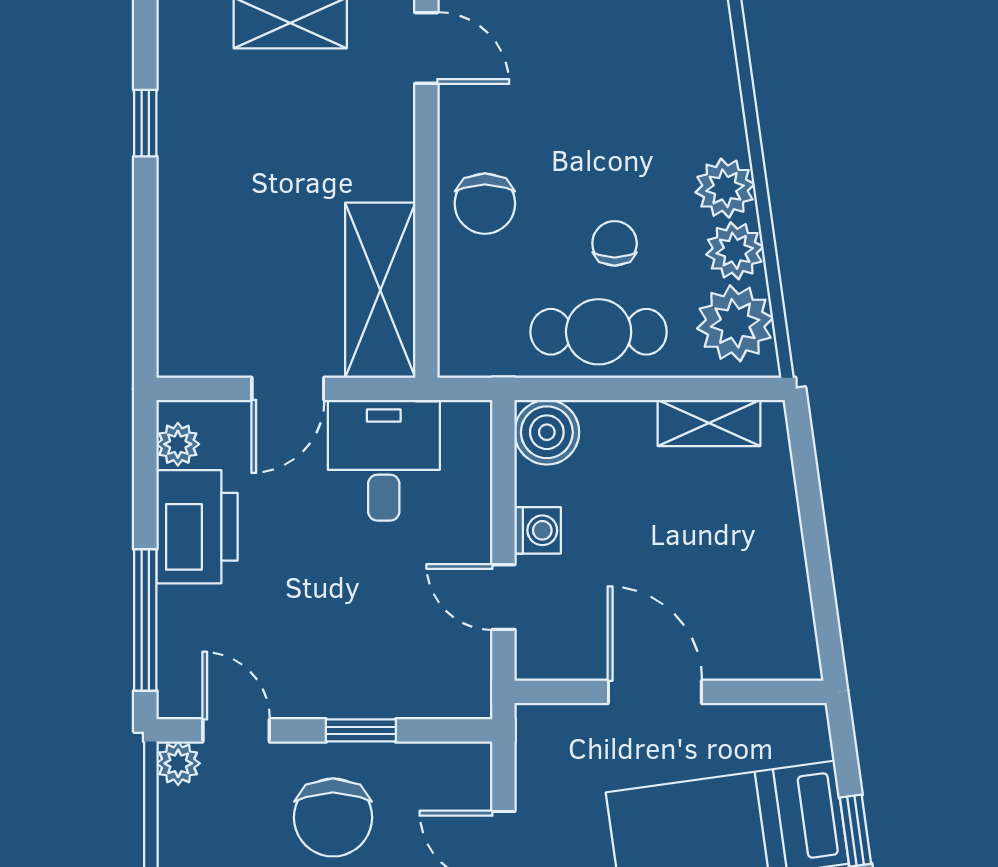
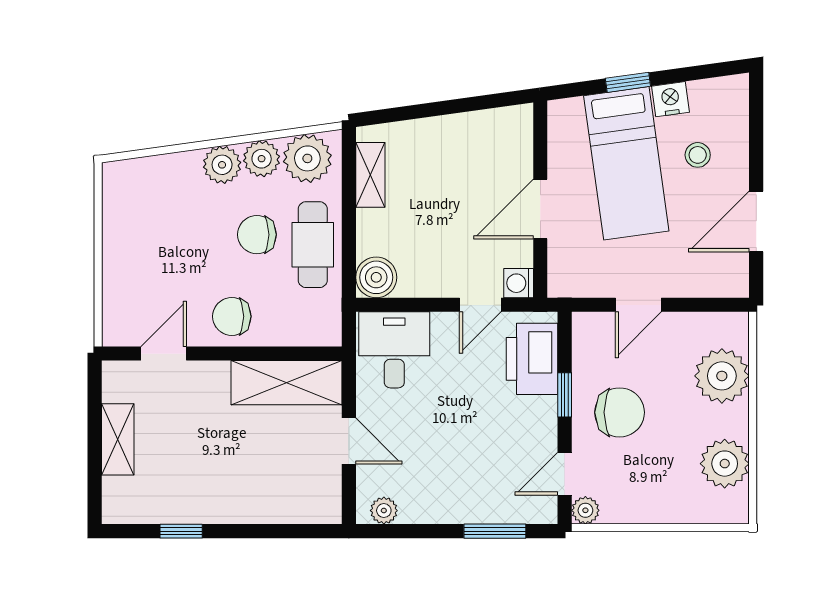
door: (426, 48) -> (164, 354), moved
chair: (485, 204) -> (232, 316), turned 180
chair: (615, 243) -> (257, 235), width x1.37, depth x1.37
desk: (384, 460) -> (394, 350), moved, turned 90
printer: (197, 527) -> (532, 359), moved, turned -90
washing machine: (538, 530) -> (519, 283), moved, turned -90
window: (145, 620) -> (495, 531), width x0.69

